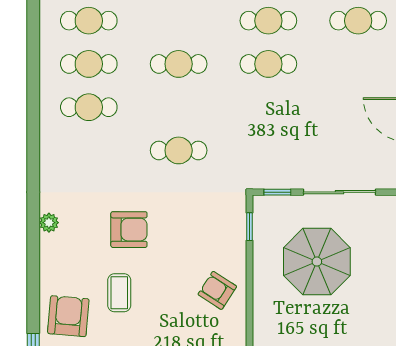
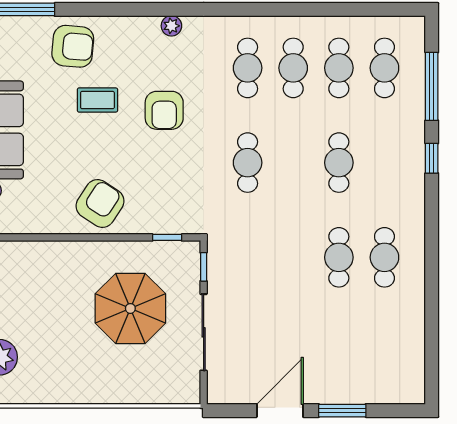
cafe table: (358, 21) -> (248, 68), moved
armchair: (217, 290) -> (100, 203), width x1.38, depth x1.38

